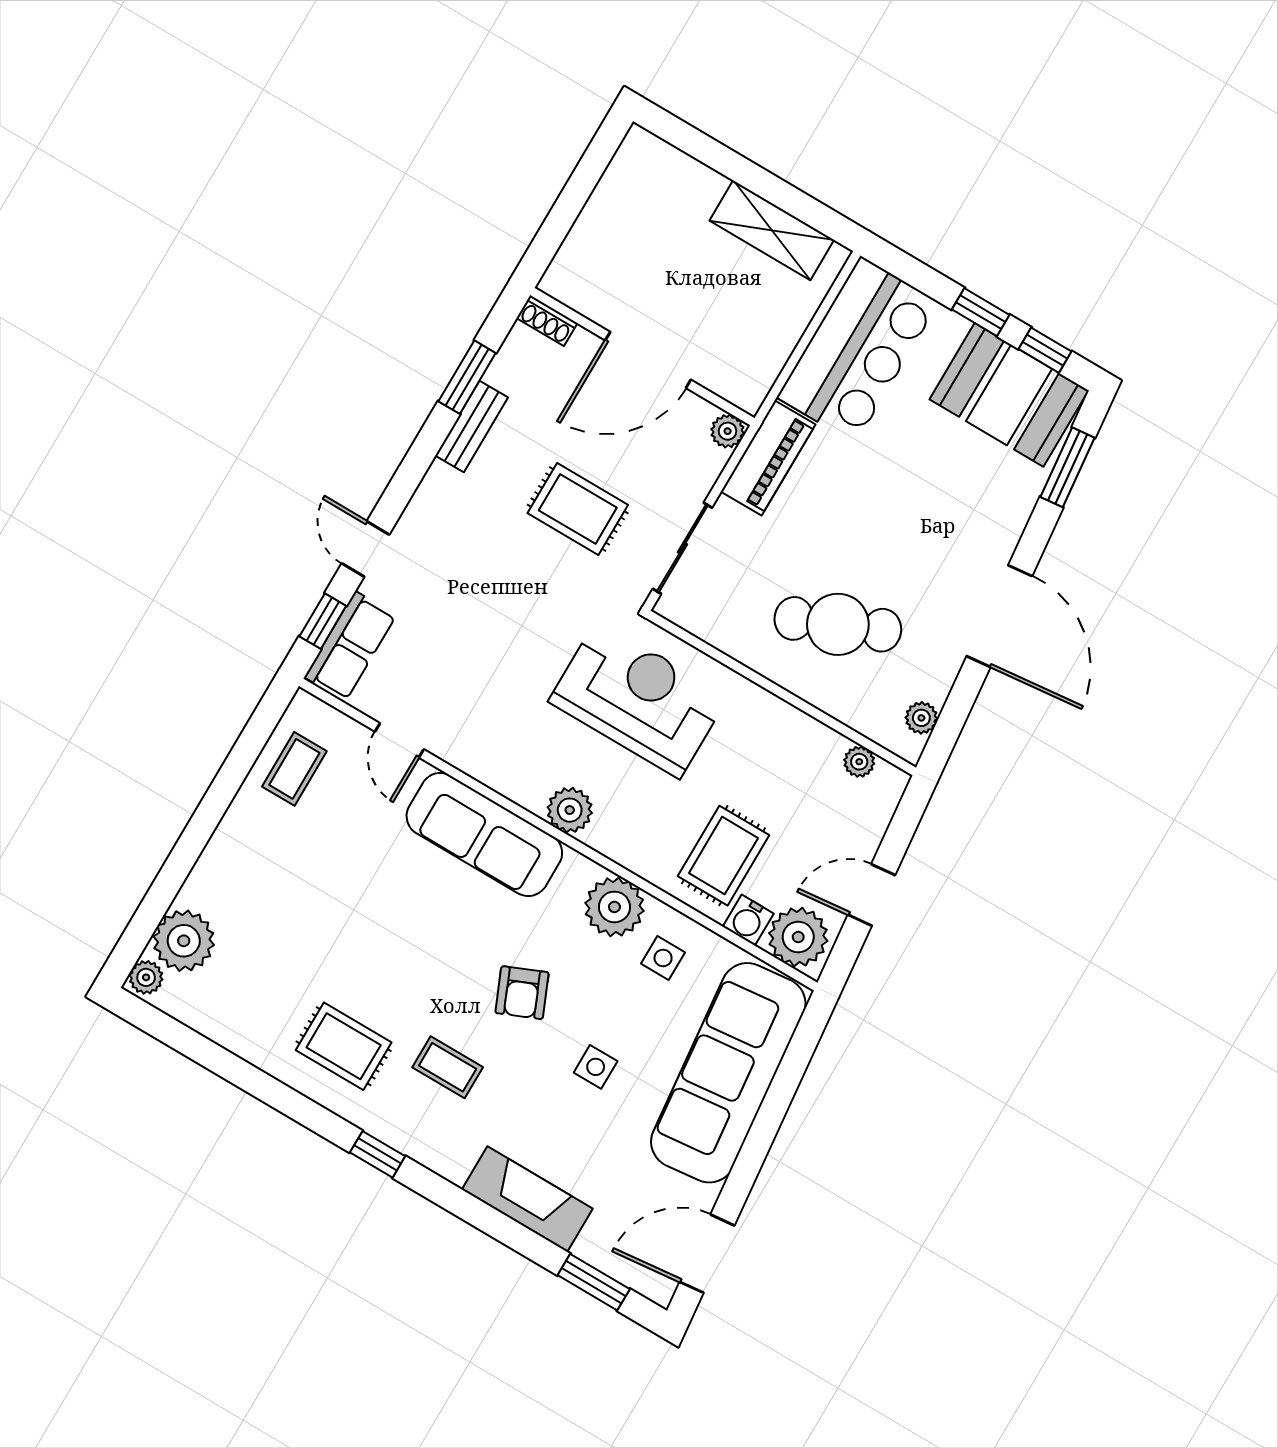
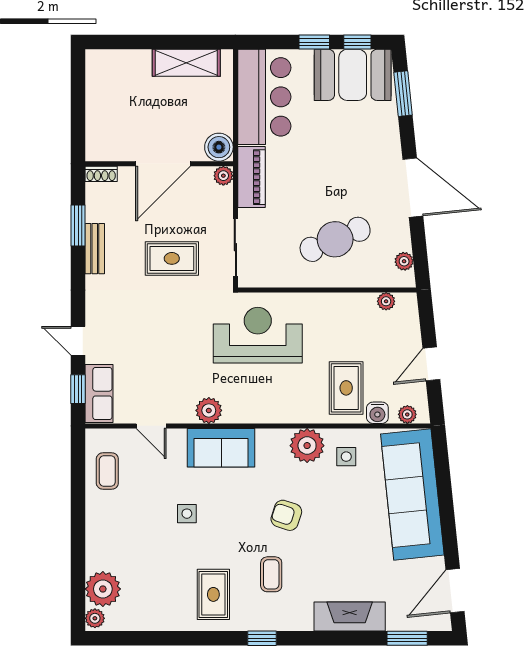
boiler: (746, 385) -> (219, 147), added
plant: (570, 810) -> (209, 410), moved
sofa: (484, 834) -> (221, 448), width x0.73
plant: (798, 937) -> (407, 414), width x0.53, depth x0.53
armchair: (522, 993) -> (286, 515), turned 131
rug: (344, 1046) -> (213, 594), turned 90
coffee table: (448, 1067) -> (271, 574), turned 90
side table: (596, 1067) -> (187, 514), moved

